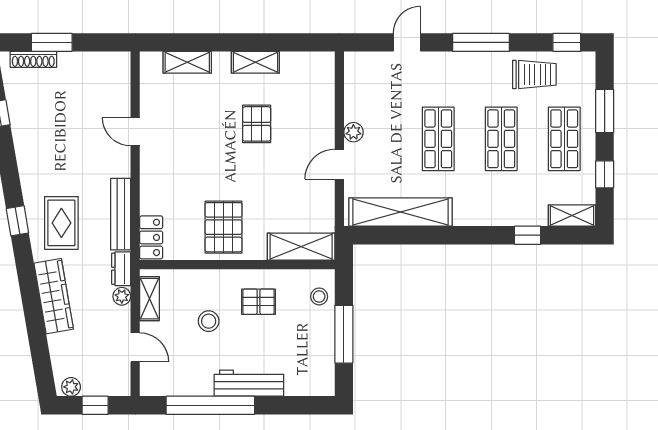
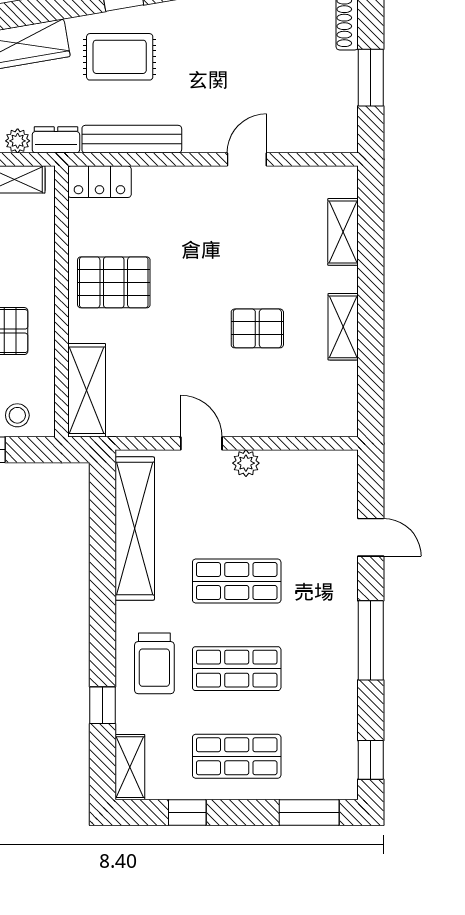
window: (52, 42) -> (371, 78), moved
trolley: (534, 74) -> (154, 663), moved
window: (605, 111) -> (309, 813), moved

